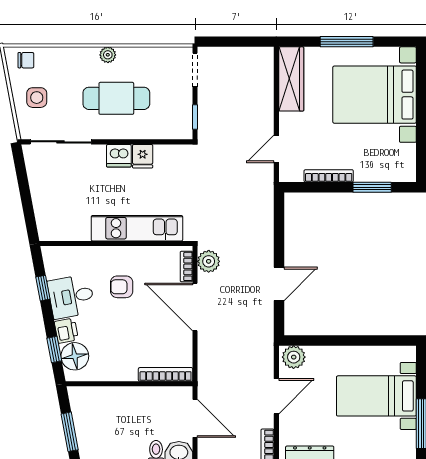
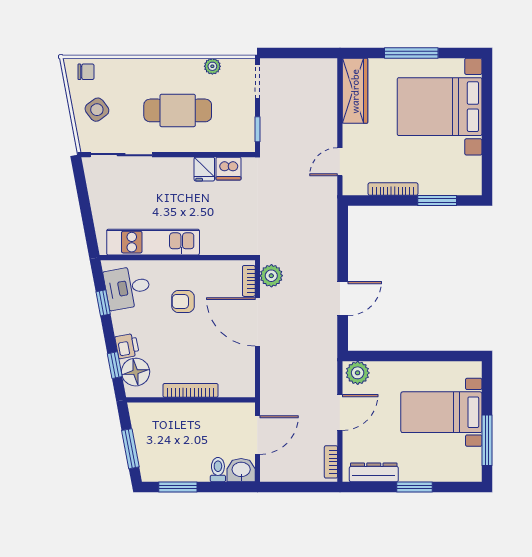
plant: (108, 55) -> (212, 66), moved
side table: (37, 98) -> (97, 110), turned -37
dishwasher: (119, 156) -> (228, 169), moved
kitchen unit: (137, 228) -> (153, 242), moved
desk: (71, 297) -> (127, 288), moved
bookcase: (166, 374) -> (191, 390), moved
door: (195, 418) -> (257, 435), hinge flipped

